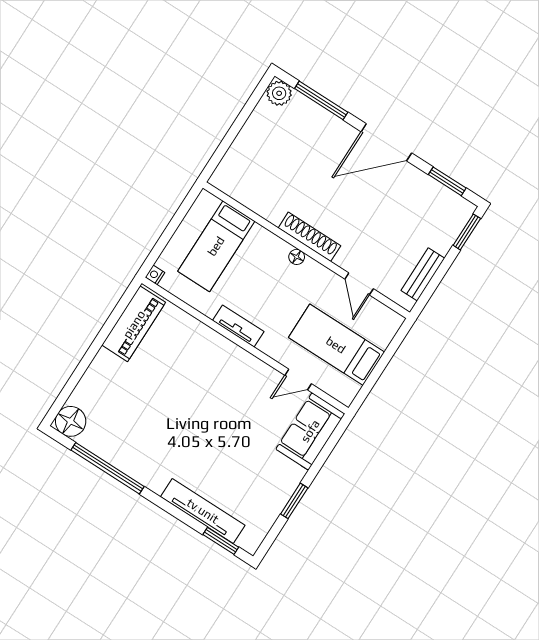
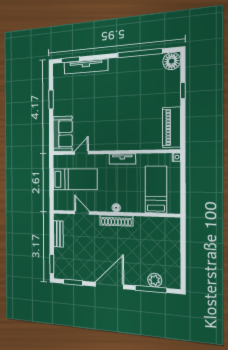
plant: (279, 93) -> (155, 280), moved
window: (83, 366) -> (183, 91), added

